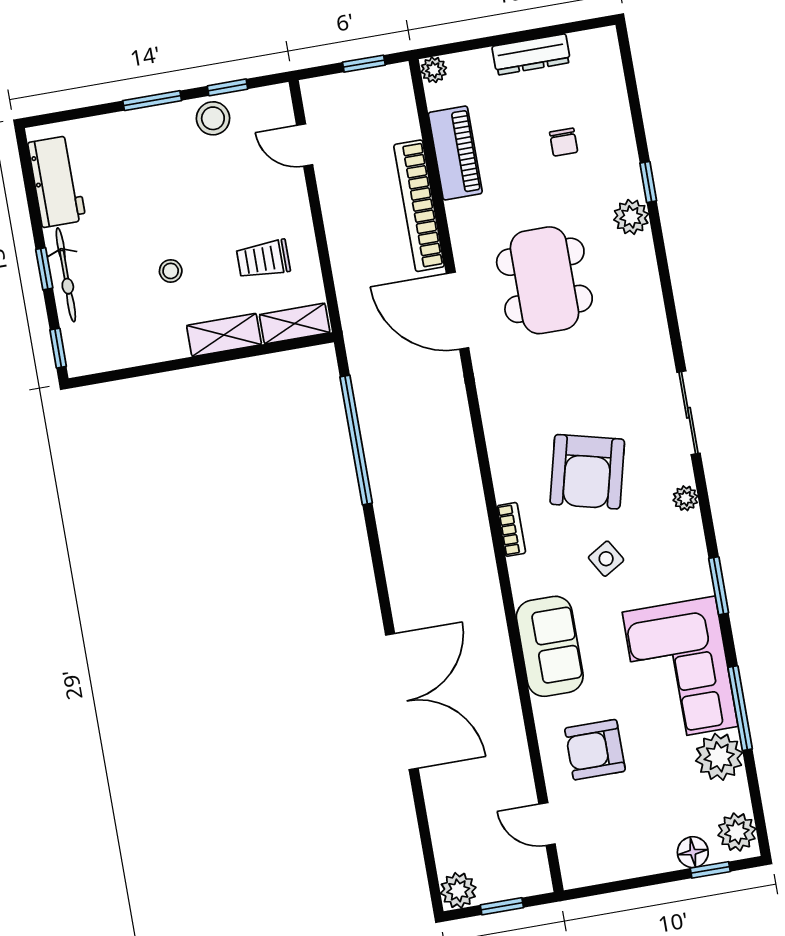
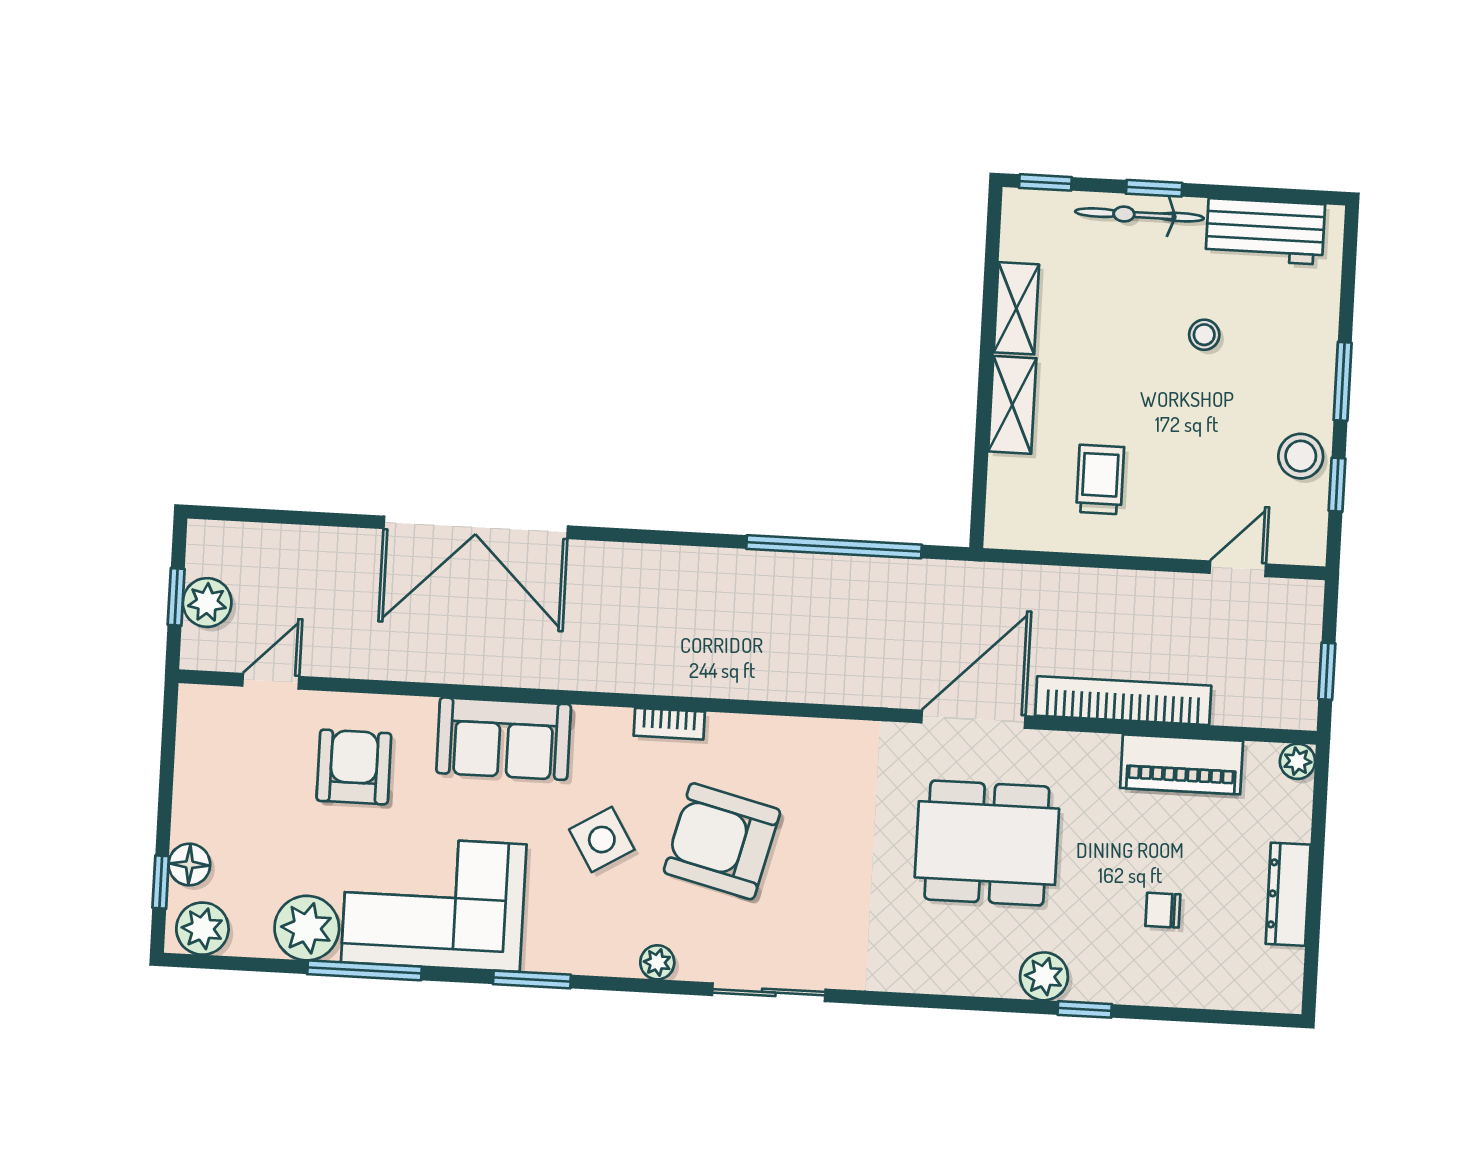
stool: (171, 271) -> (1204, 335), moved
shelving: (295, 324) -> (1016, 308), moved
side table: (606, 559) -> (602, 840), width x1.37, depth x1.37
plant: (458, 890) -> (207, 603), moved

